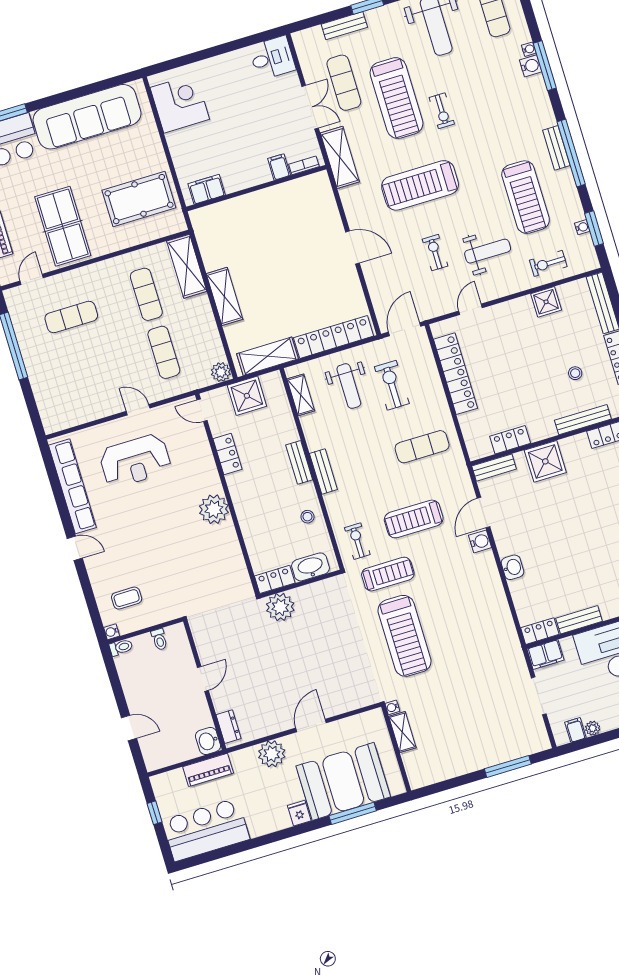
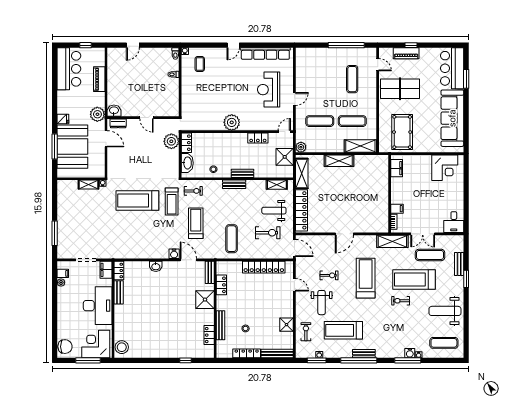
door: (203, 679) -> (146, 118), moved
wall: (205, 685) -> (143, 118), moved
dresser: (229, 727) -> (118, 123), moved
washbasin: (208, 741) -> (114, 111), moved

